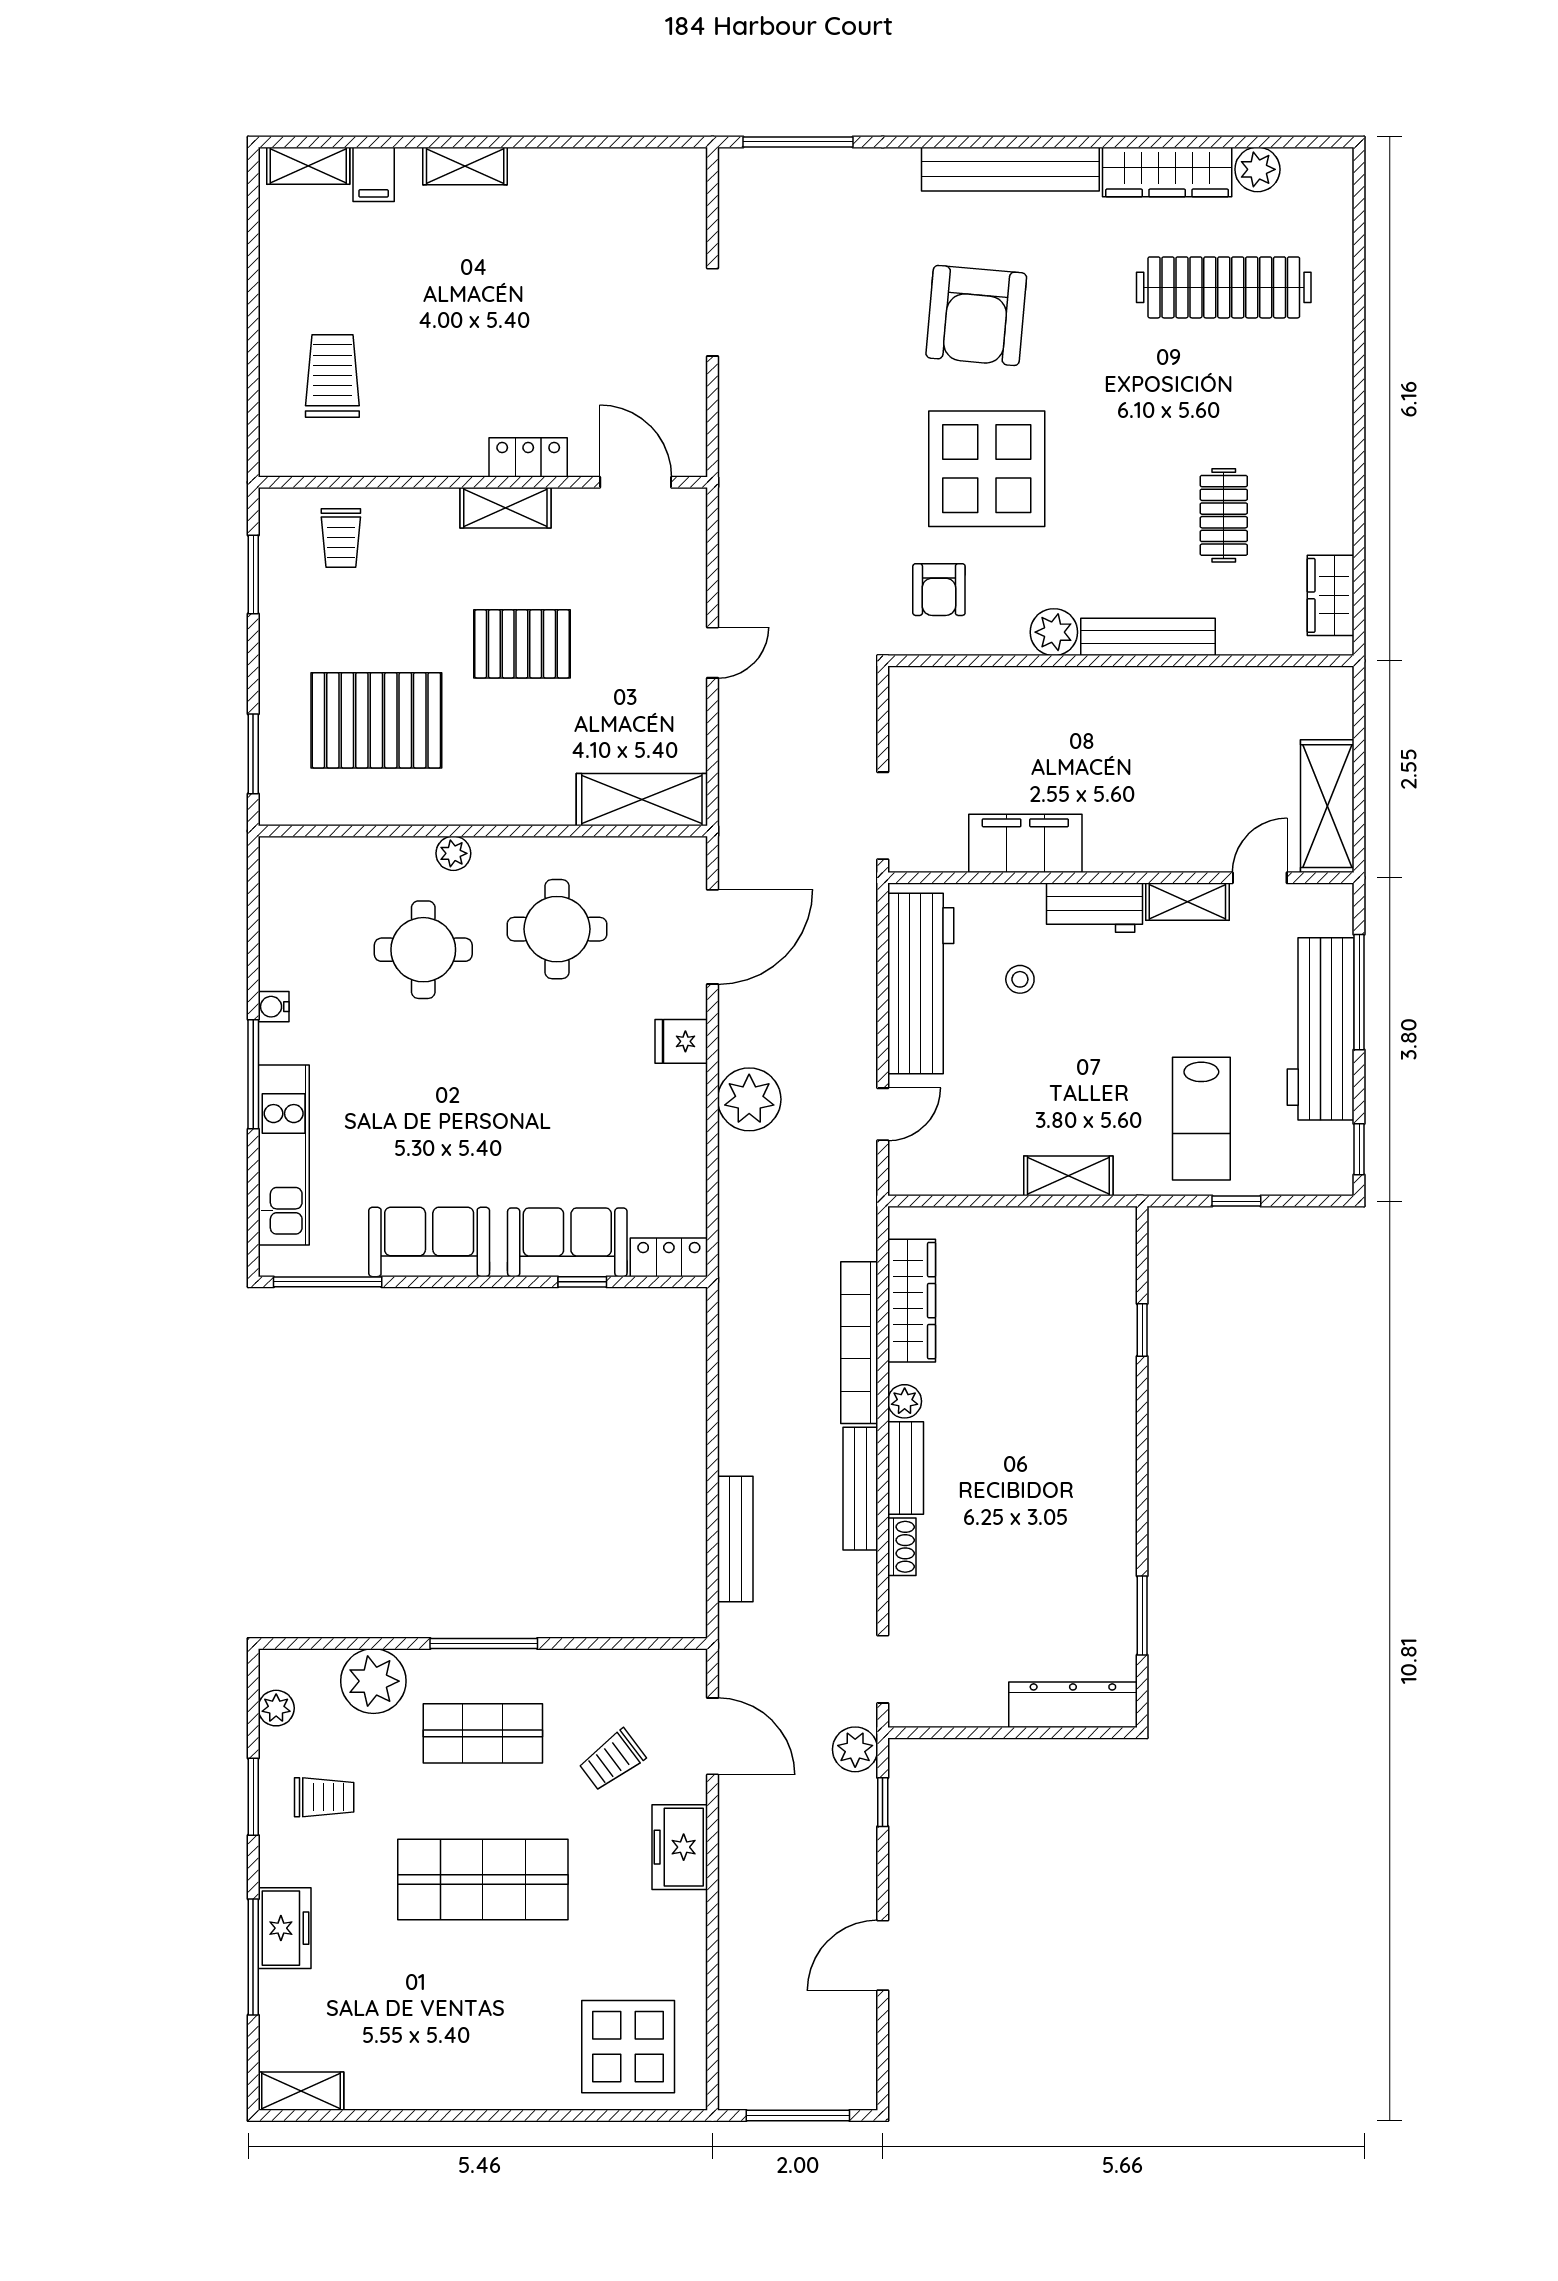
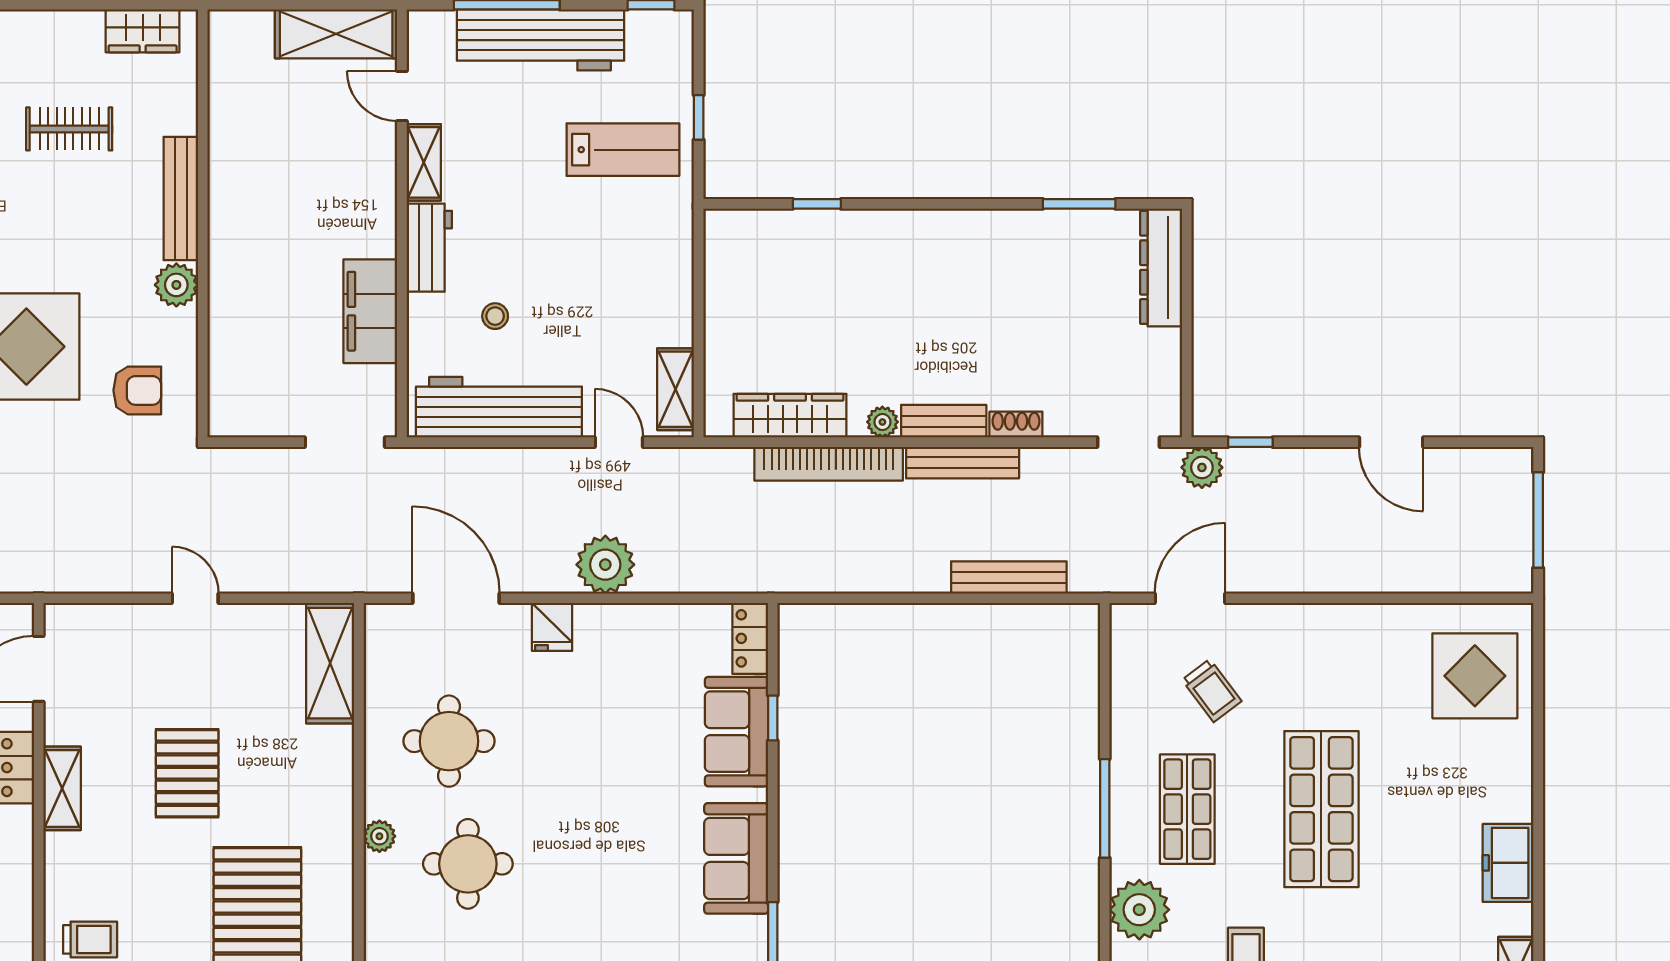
shelving: (1068, 1176) -> (676, 389), moved
freezer: (680, 1847) -> (1508, 863), moved, turned 90

